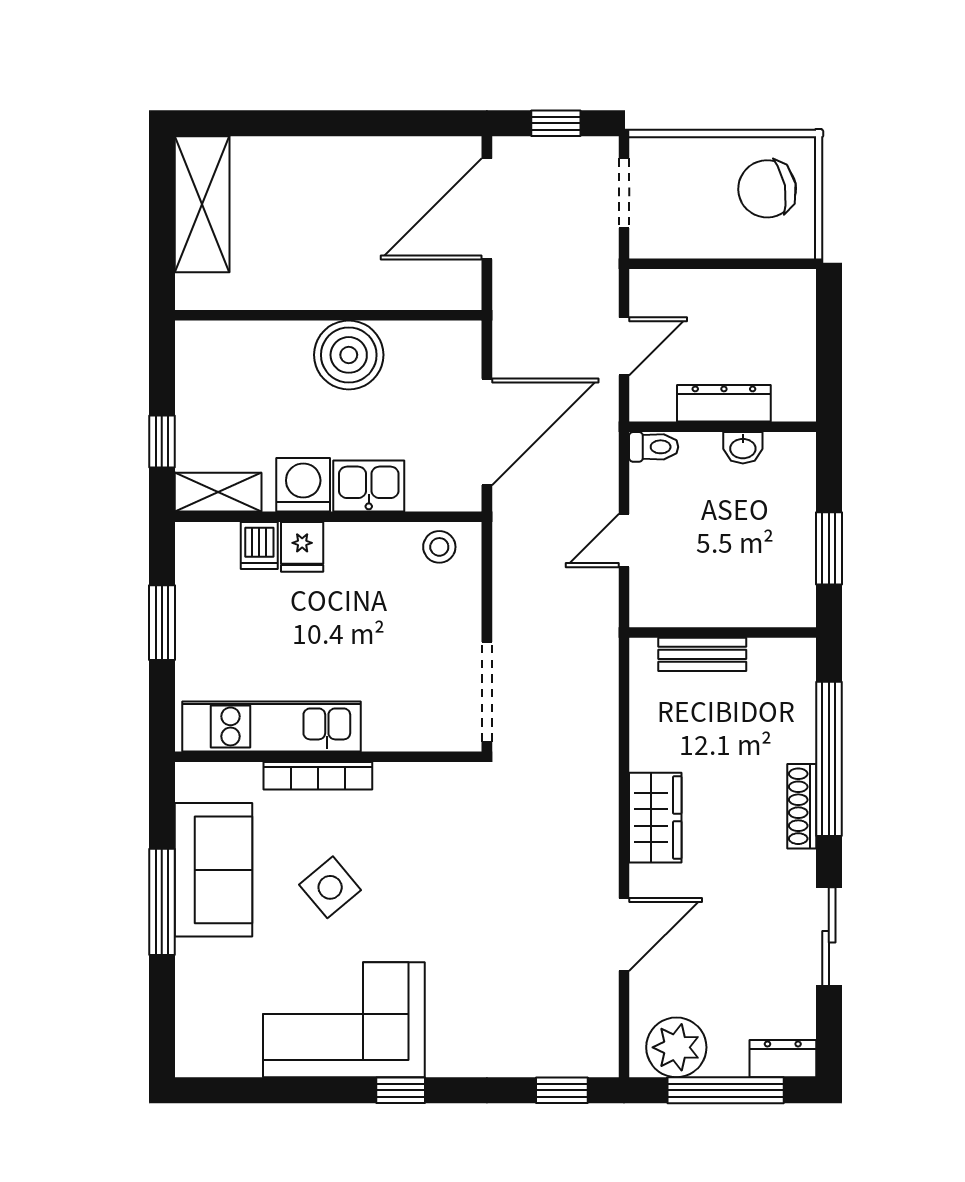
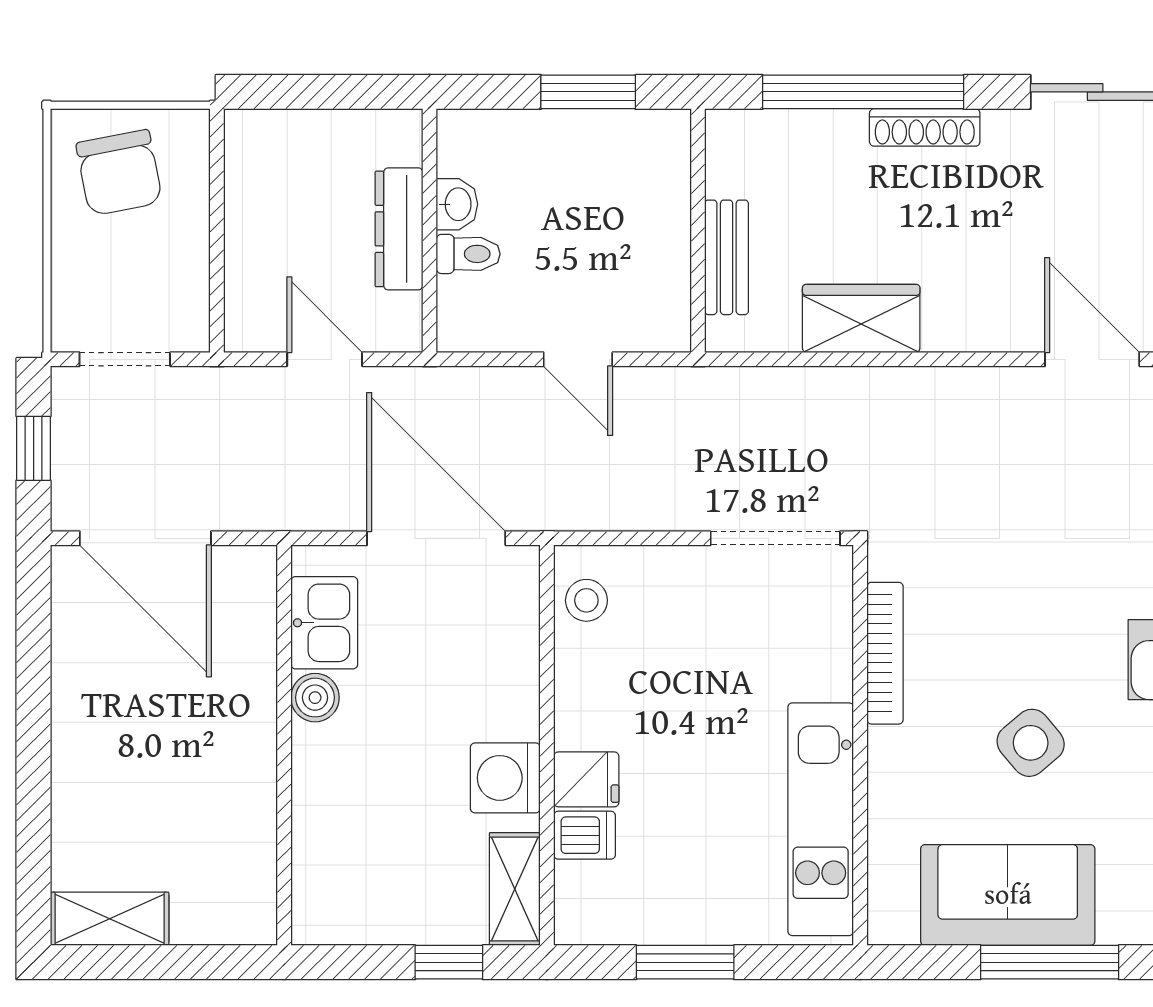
shelving: (202, 204) -> (110, 919), width x0.67, depth x0.75
boiler: (349, 355) -> (315, 698), width x0.54, depth x0.54
toilet: (654, 447) -> (468, 254), moved, turned 90
kitchen sink: (369, 486) -> (324, 623), moved, turned 180
bookcase: (318, 776) -> (885, 653), moved
wardrobe: (655, 818) -> (861, 319), moved

